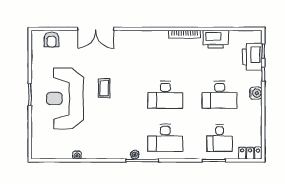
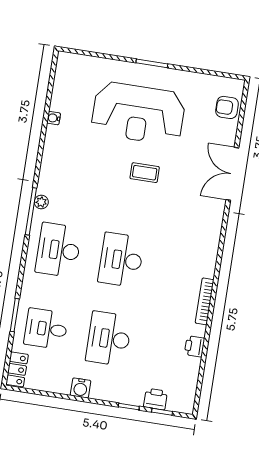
printer: (216, 39) -> (195, 346), width x0.53, depth x0.68
printer: (252, 57) -> (156, 399), width x0.53, depth x0.68
water cooler: (256, 93) -> (81, 388), moved
reception desk: (65, 99) -> (138, 113), turned 180

